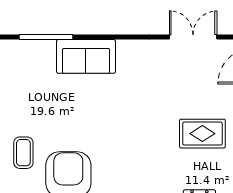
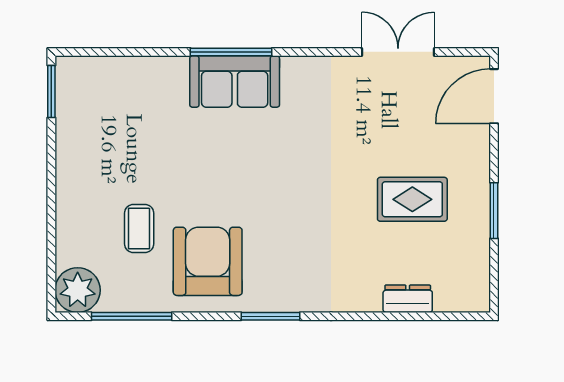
window: (46, 37) -> (231, 52), moved

